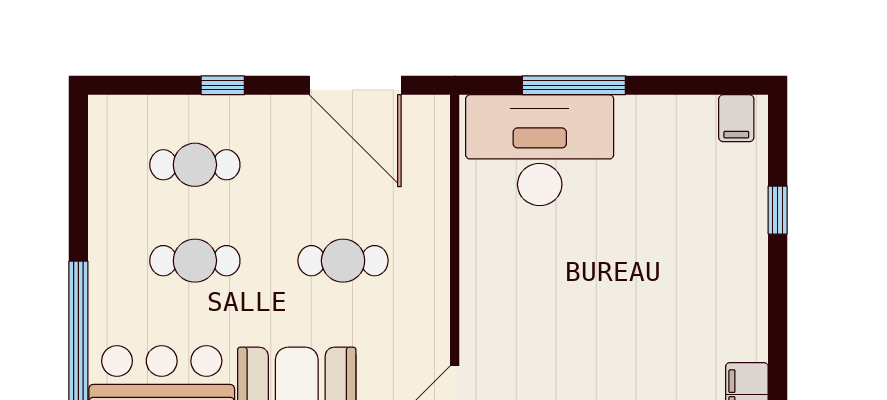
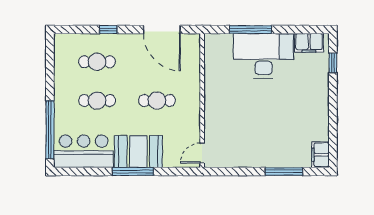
filing cabinet: (736, 118) -> (309, 43), width x2.00
desk: (540, 150) -> (264, 56), moved
window: (778, 210) -> (333, 63), moved

